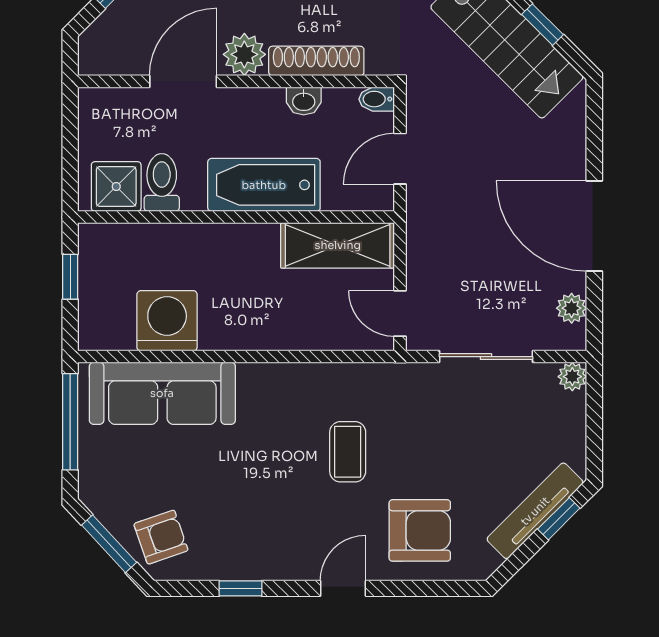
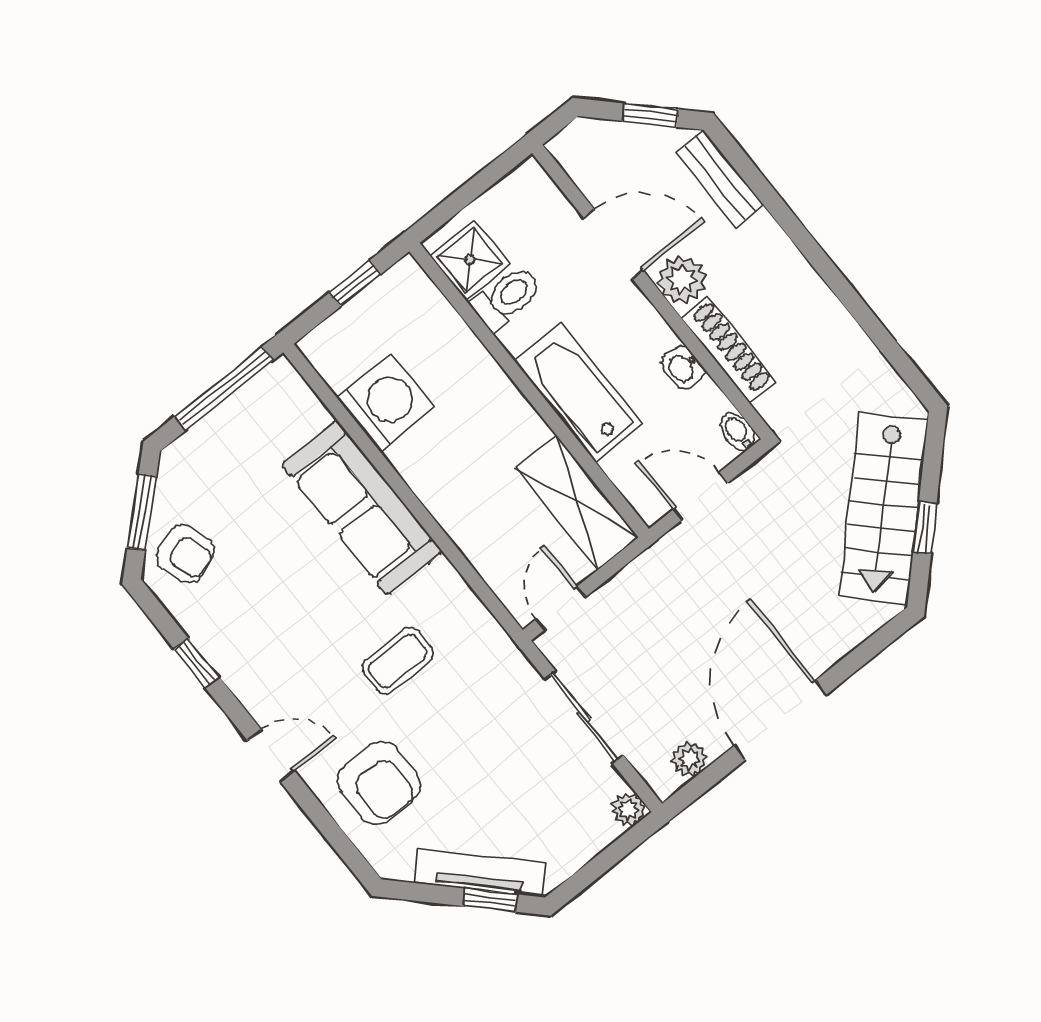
sofa: (162, 393) -> (362, 508), moved

